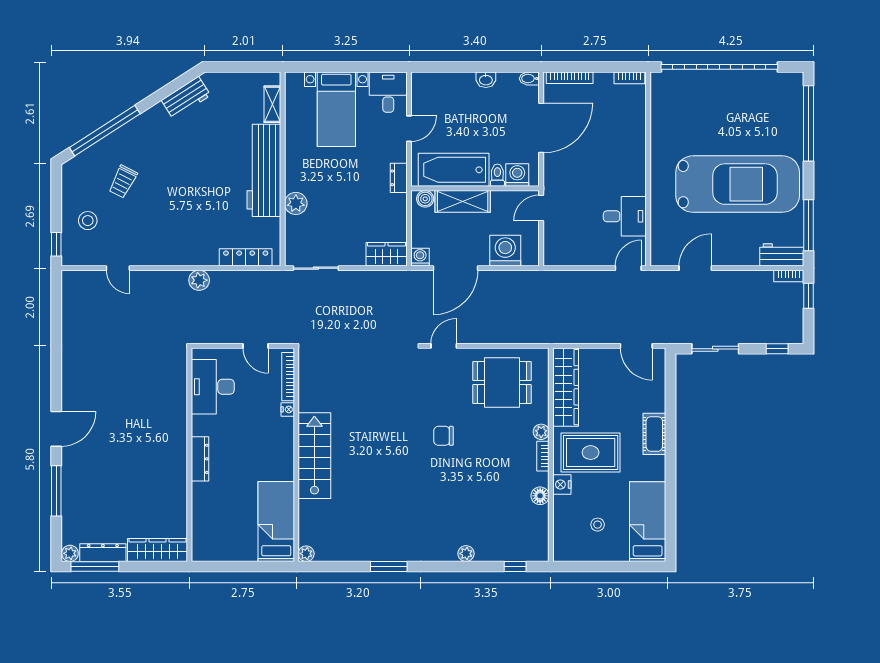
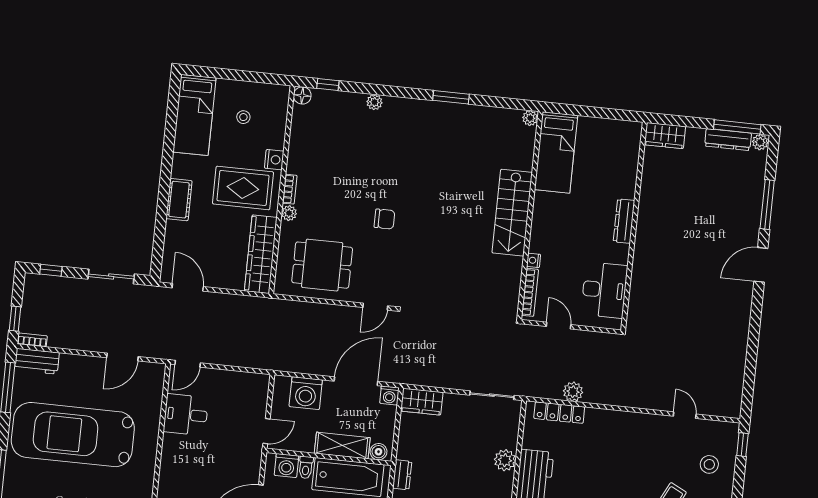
plant: (199, 280) -> (573, 392), moved
floor lamp: (540, 496) -> (302, 95), moved
wardrobe: (157, 550) -> (665, 136), width x0.67

